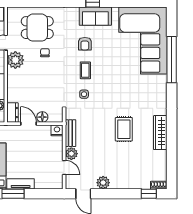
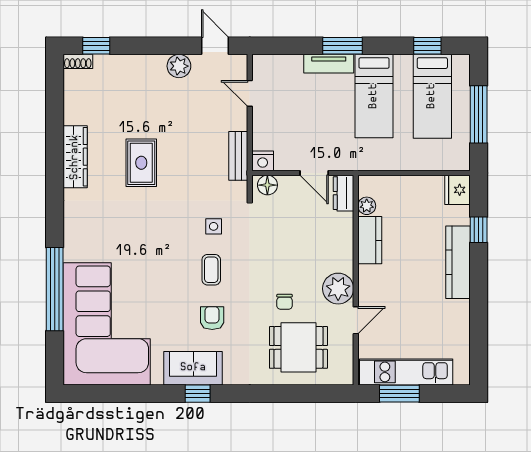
floor lamp: (42, 117) -> (267, 185), moved
plant: (71, 154) -> (236, 119), removed

